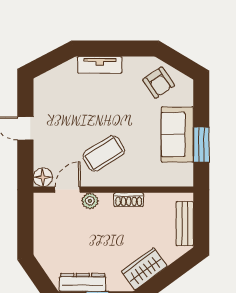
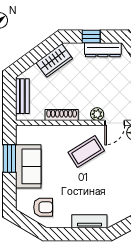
armchair: (158, 83) -> (43, 207), turned 124
shoe rack: (129, 200) -> (62, 115), width x1.43

